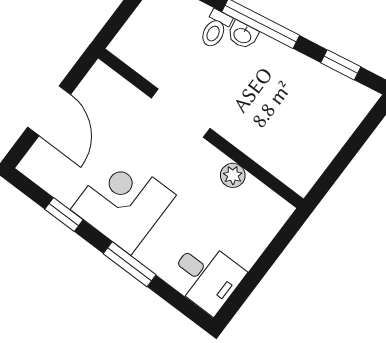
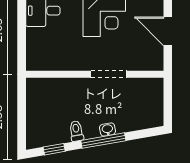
toilet: (215, 29) -> (76, 131), moved
plant: (233, 175) -> (65, 64), removed

